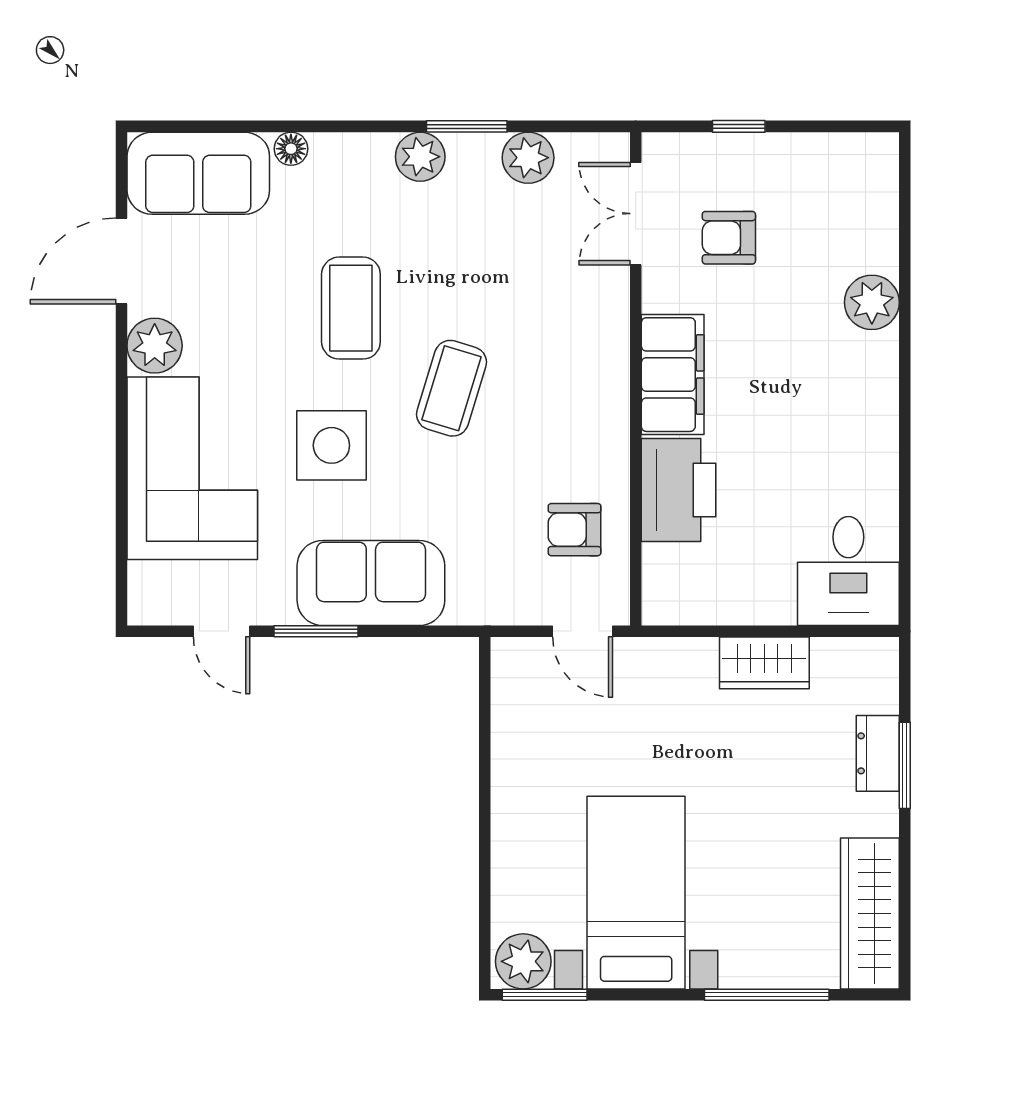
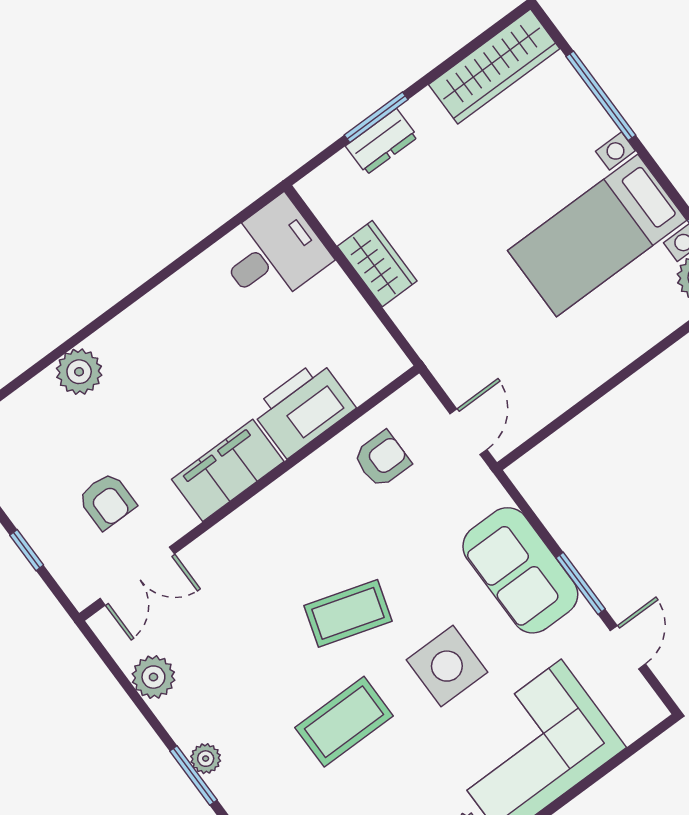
window: (467, 126) -> (193, 776), moved
plant: (420, 157) -> (206, 759), width x0.73, depth x0.73
armchair: (575, 530) -> (382, 459), turned -90
door: (583, 631) -> (468, 432), moved

